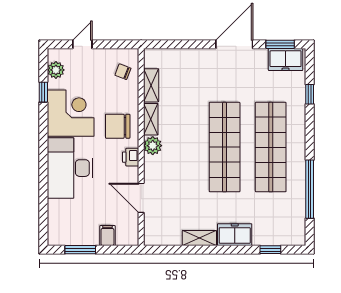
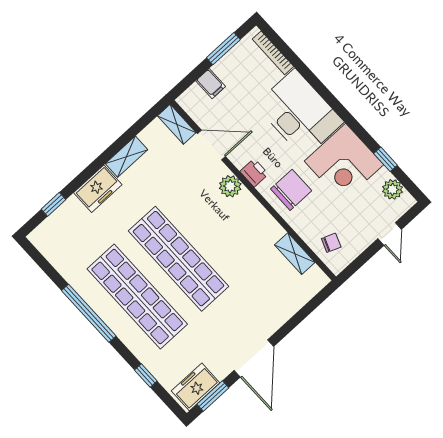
shelving: (151, 119) -> (177, 124), moved
plant: (153, 146) -> (230, 186), moved
window: (310, 189) -> (89, 313), moved
bookcase: (52, 220) -> (273, 53), added

